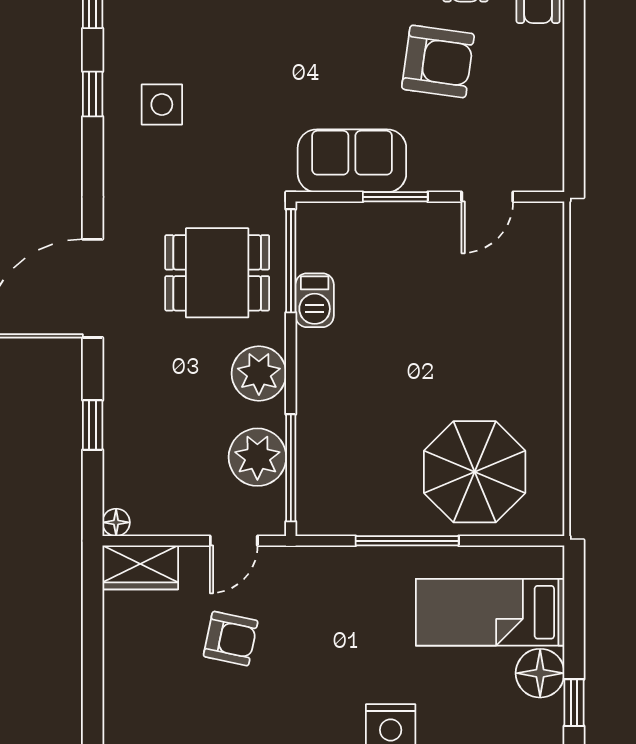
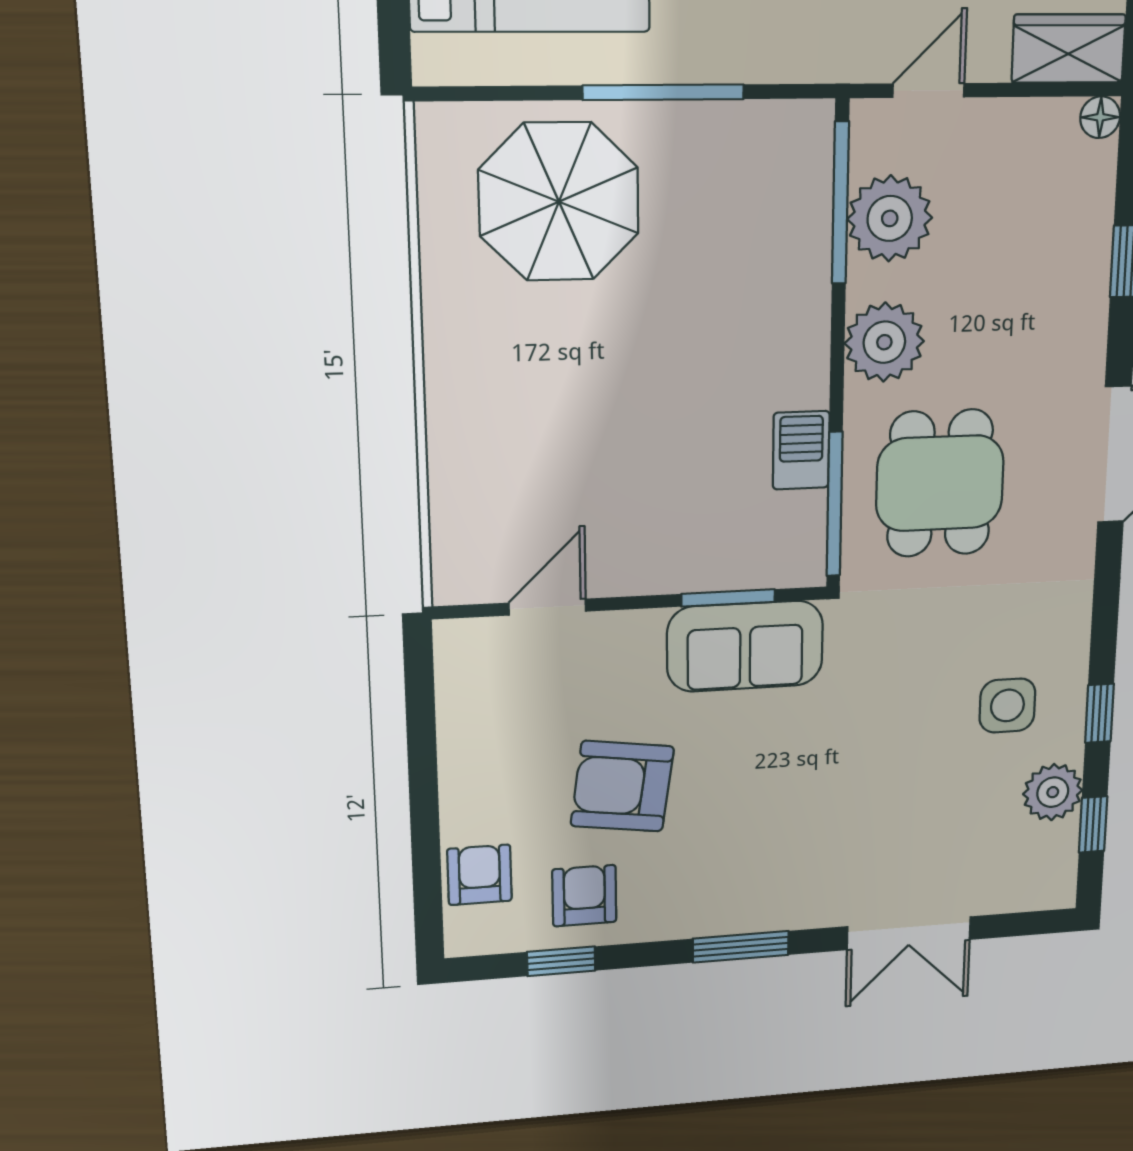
plant: (125, 34) -> (1053, 792), added
window: (395, 197) -> (728, 598), moved
dining table: (217, 273) -> (940, 483), turned 90

